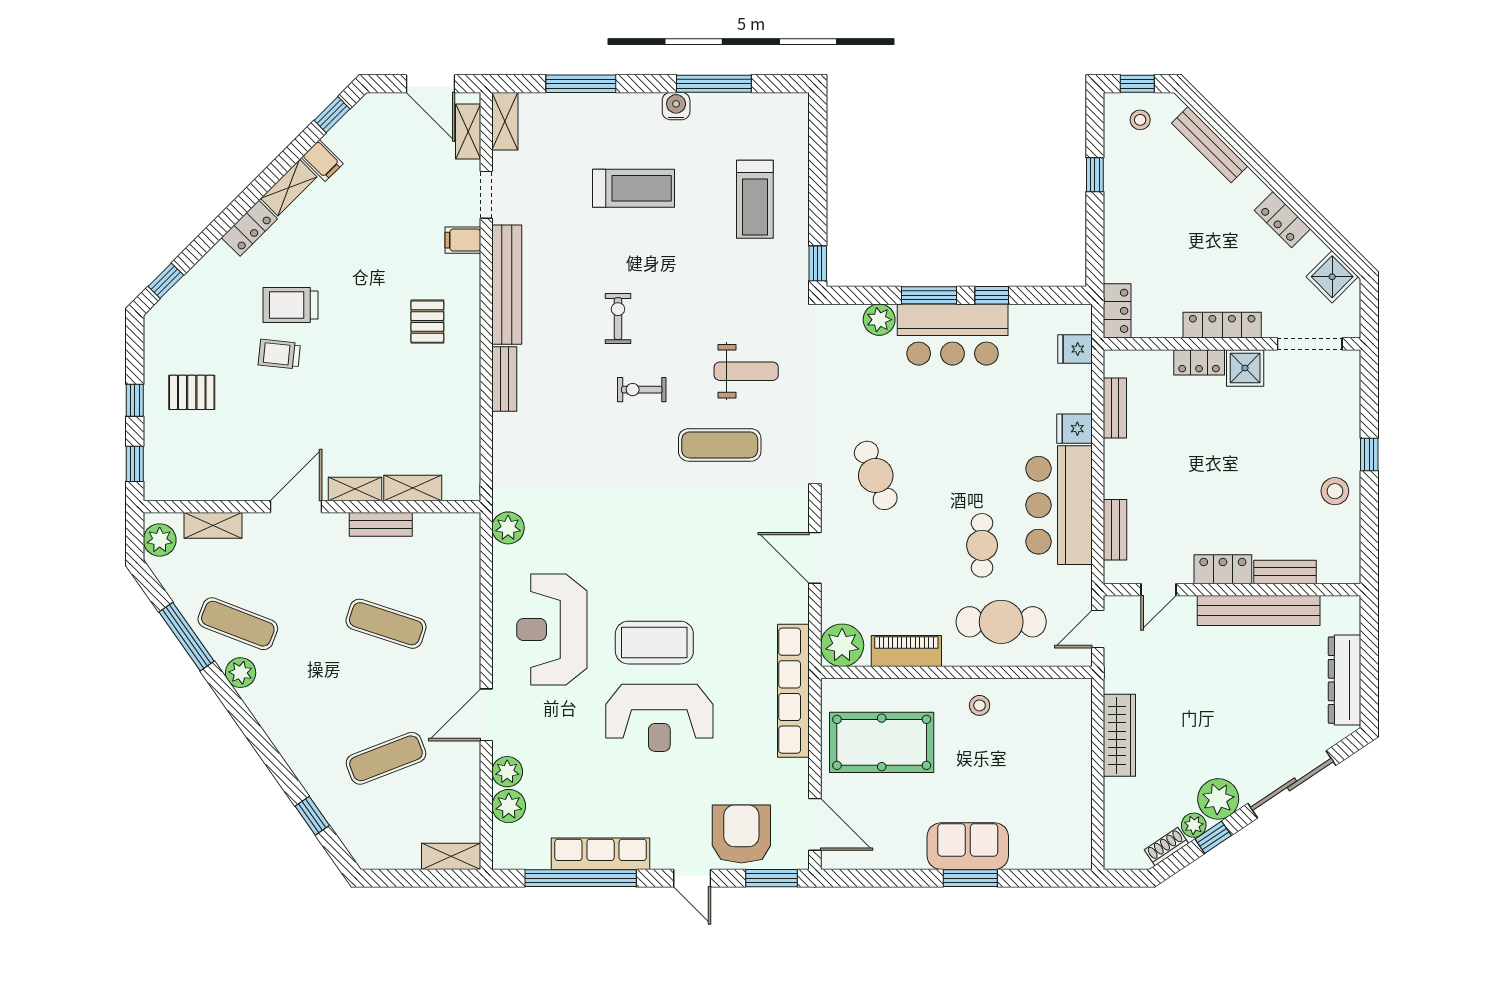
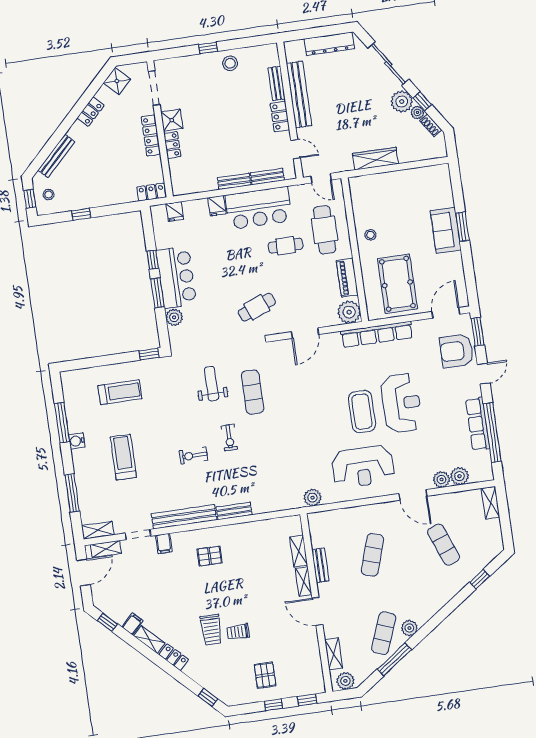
trolley: (279, 354) -> (238, 632), turned 84
bench: (1115, 408) -> (234, 181), moved

